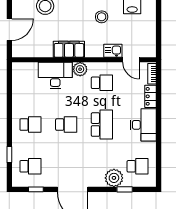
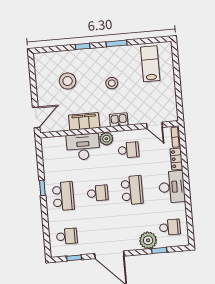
stool: (102, 17) -> (112, 83), moved
door: (9, 30) -> (36, 117), moved
filing cabinet: (69, 49) -> (84, 121), moved
kitchen sink: (113, 51) -> (119, 120), moved
school desk: (30, 125) -> (63, 196), width x1.85
window: (9, 155) -> (42, 188), moved

